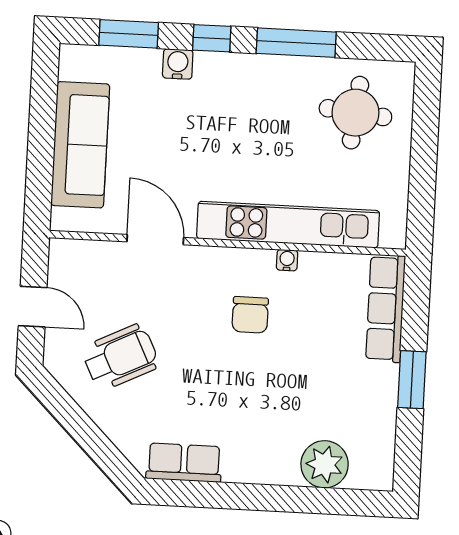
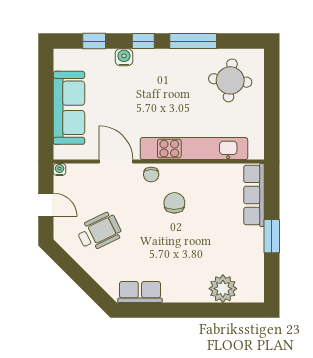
window: (129, 34) -> (94, 41), width x0.67
water cooler: (287, 260) -> (60, 169), moved
chair: (213, 265) -> (151, 175), added
chair: (250, 315) -> (174, 203), turned 180

